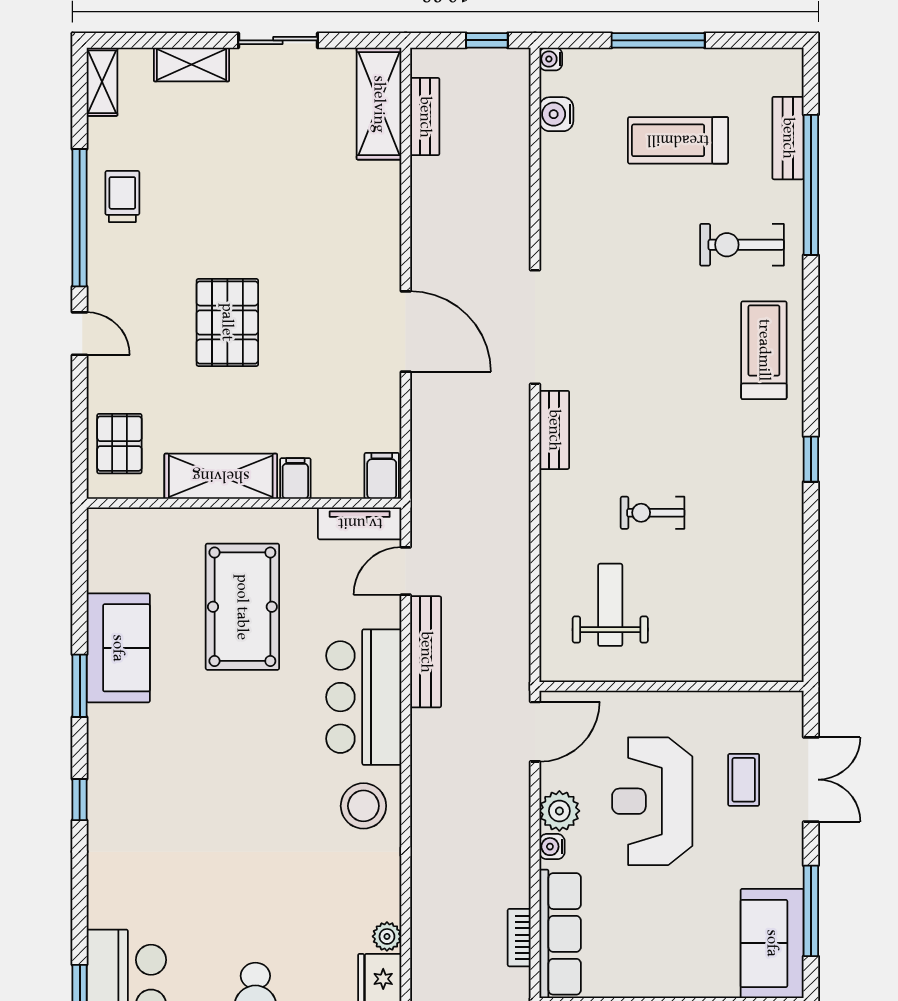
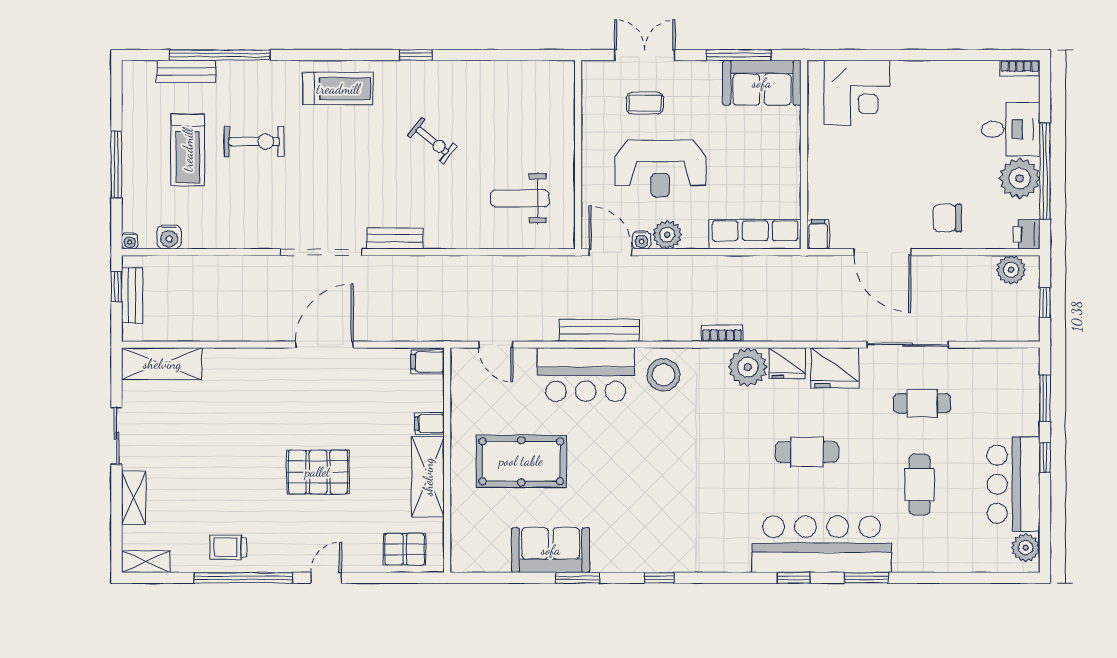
bench: (425, 117) -> (132, 295), moved, turned 90
exercise bike: (742, 245) -> (254, 142), moved, turned -90
treadmill: (764, 350) -> (338, 89), turned 180
exercise bike: (653, 513) -> (432, 141), moved, turned -51
tv unit: (360, 523) -> (462, 378), removed
bench: (426, 652) -> (599, 330), moved
water cooler: (552, 847) -> (642, 240), moved
plant: (387, 936) -> (748, 367), width x1.88, depth x1.88
bookcase: (519, 938) -> (722, 333), moved, turned 180

